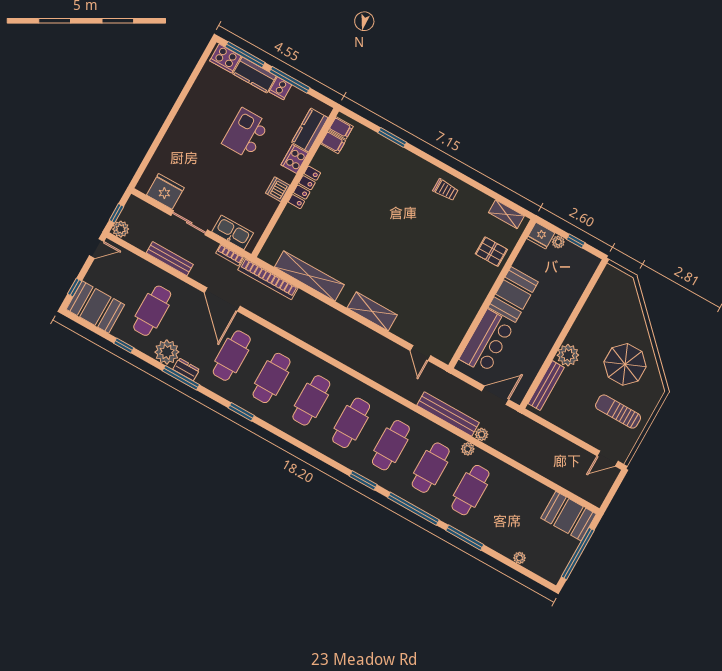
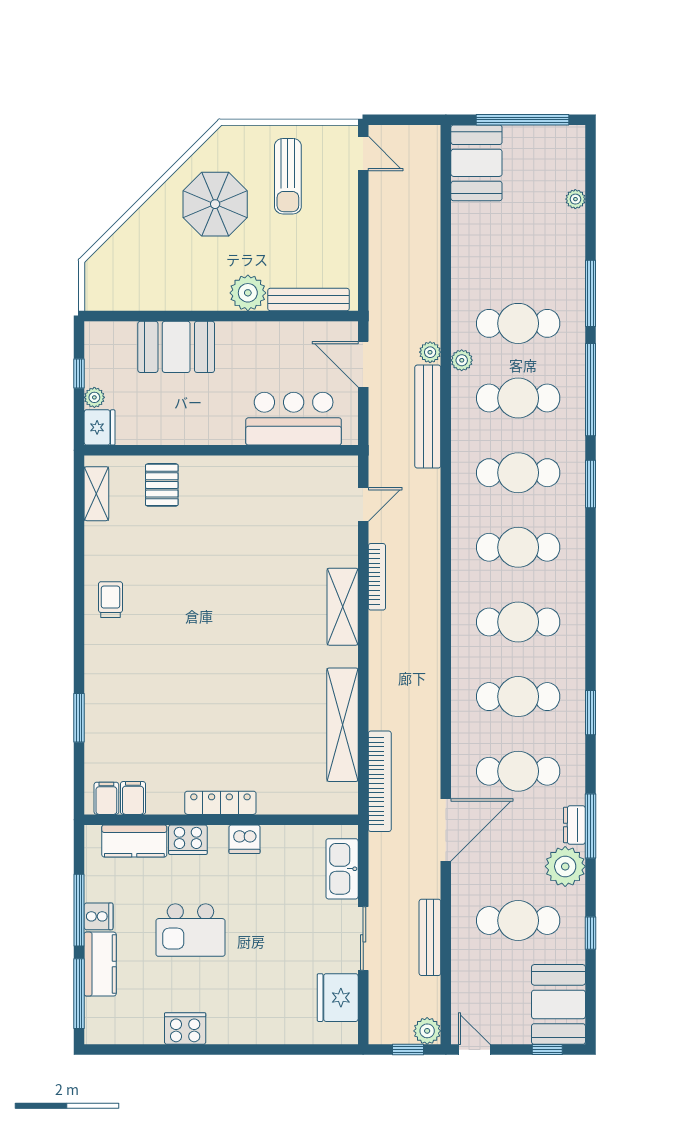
cooker: (225, 58) -> (185, 1028), moved, turned -90
bookcase: (230, 255) -> (377, 577), moved, width x1.56
booth: (513, 295) -> (176, 347), moved

